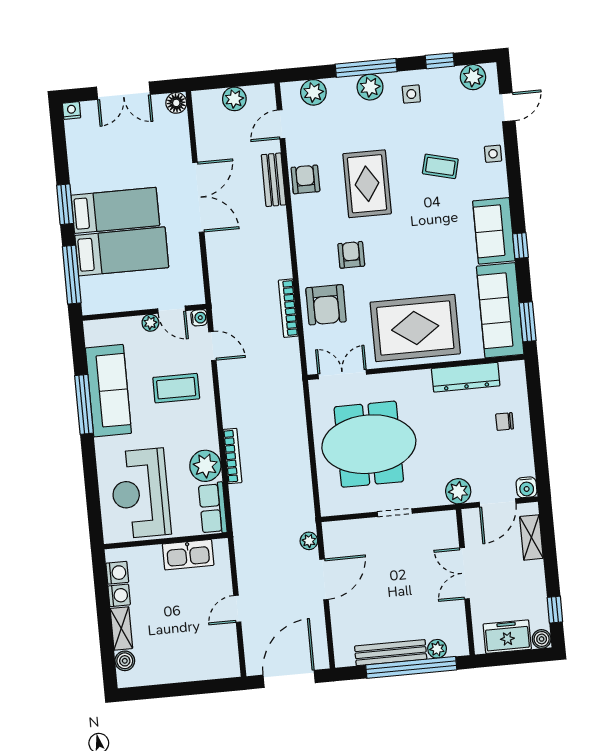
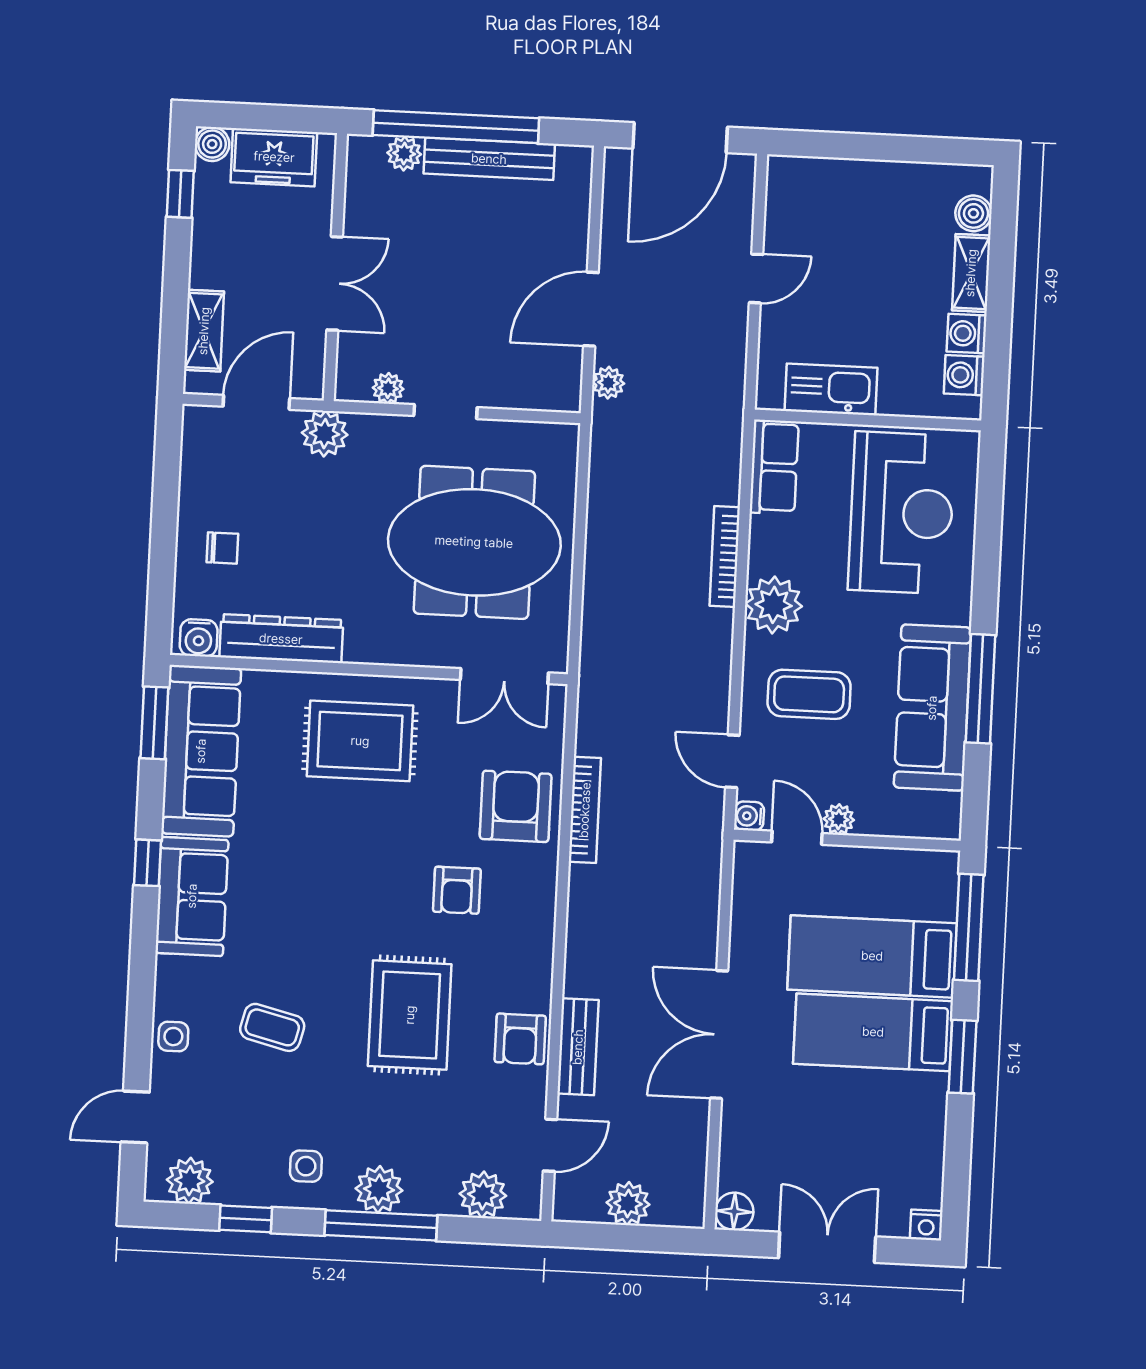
rug: (415, 328) -> (360, 741), width x0.73, depth x0.69
plant: (205, 466) -> (774, 605), moved
water cooler: (526, 487) -> (199, 638), moved, turned 180
plant: (427, 521) -> (388, 388), added

